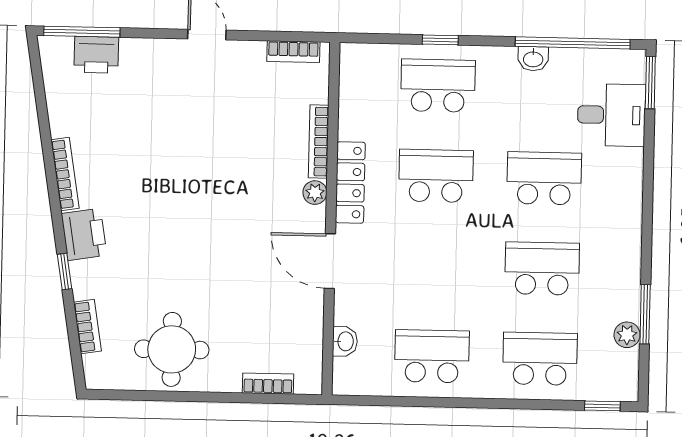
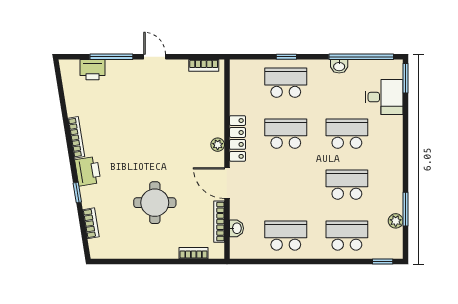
window: (82, 32) -> (111, 57), moved
bookcase: (319, 142) -> (219, 222), moved
round table: (172, 349) -> (155, 203), moved

